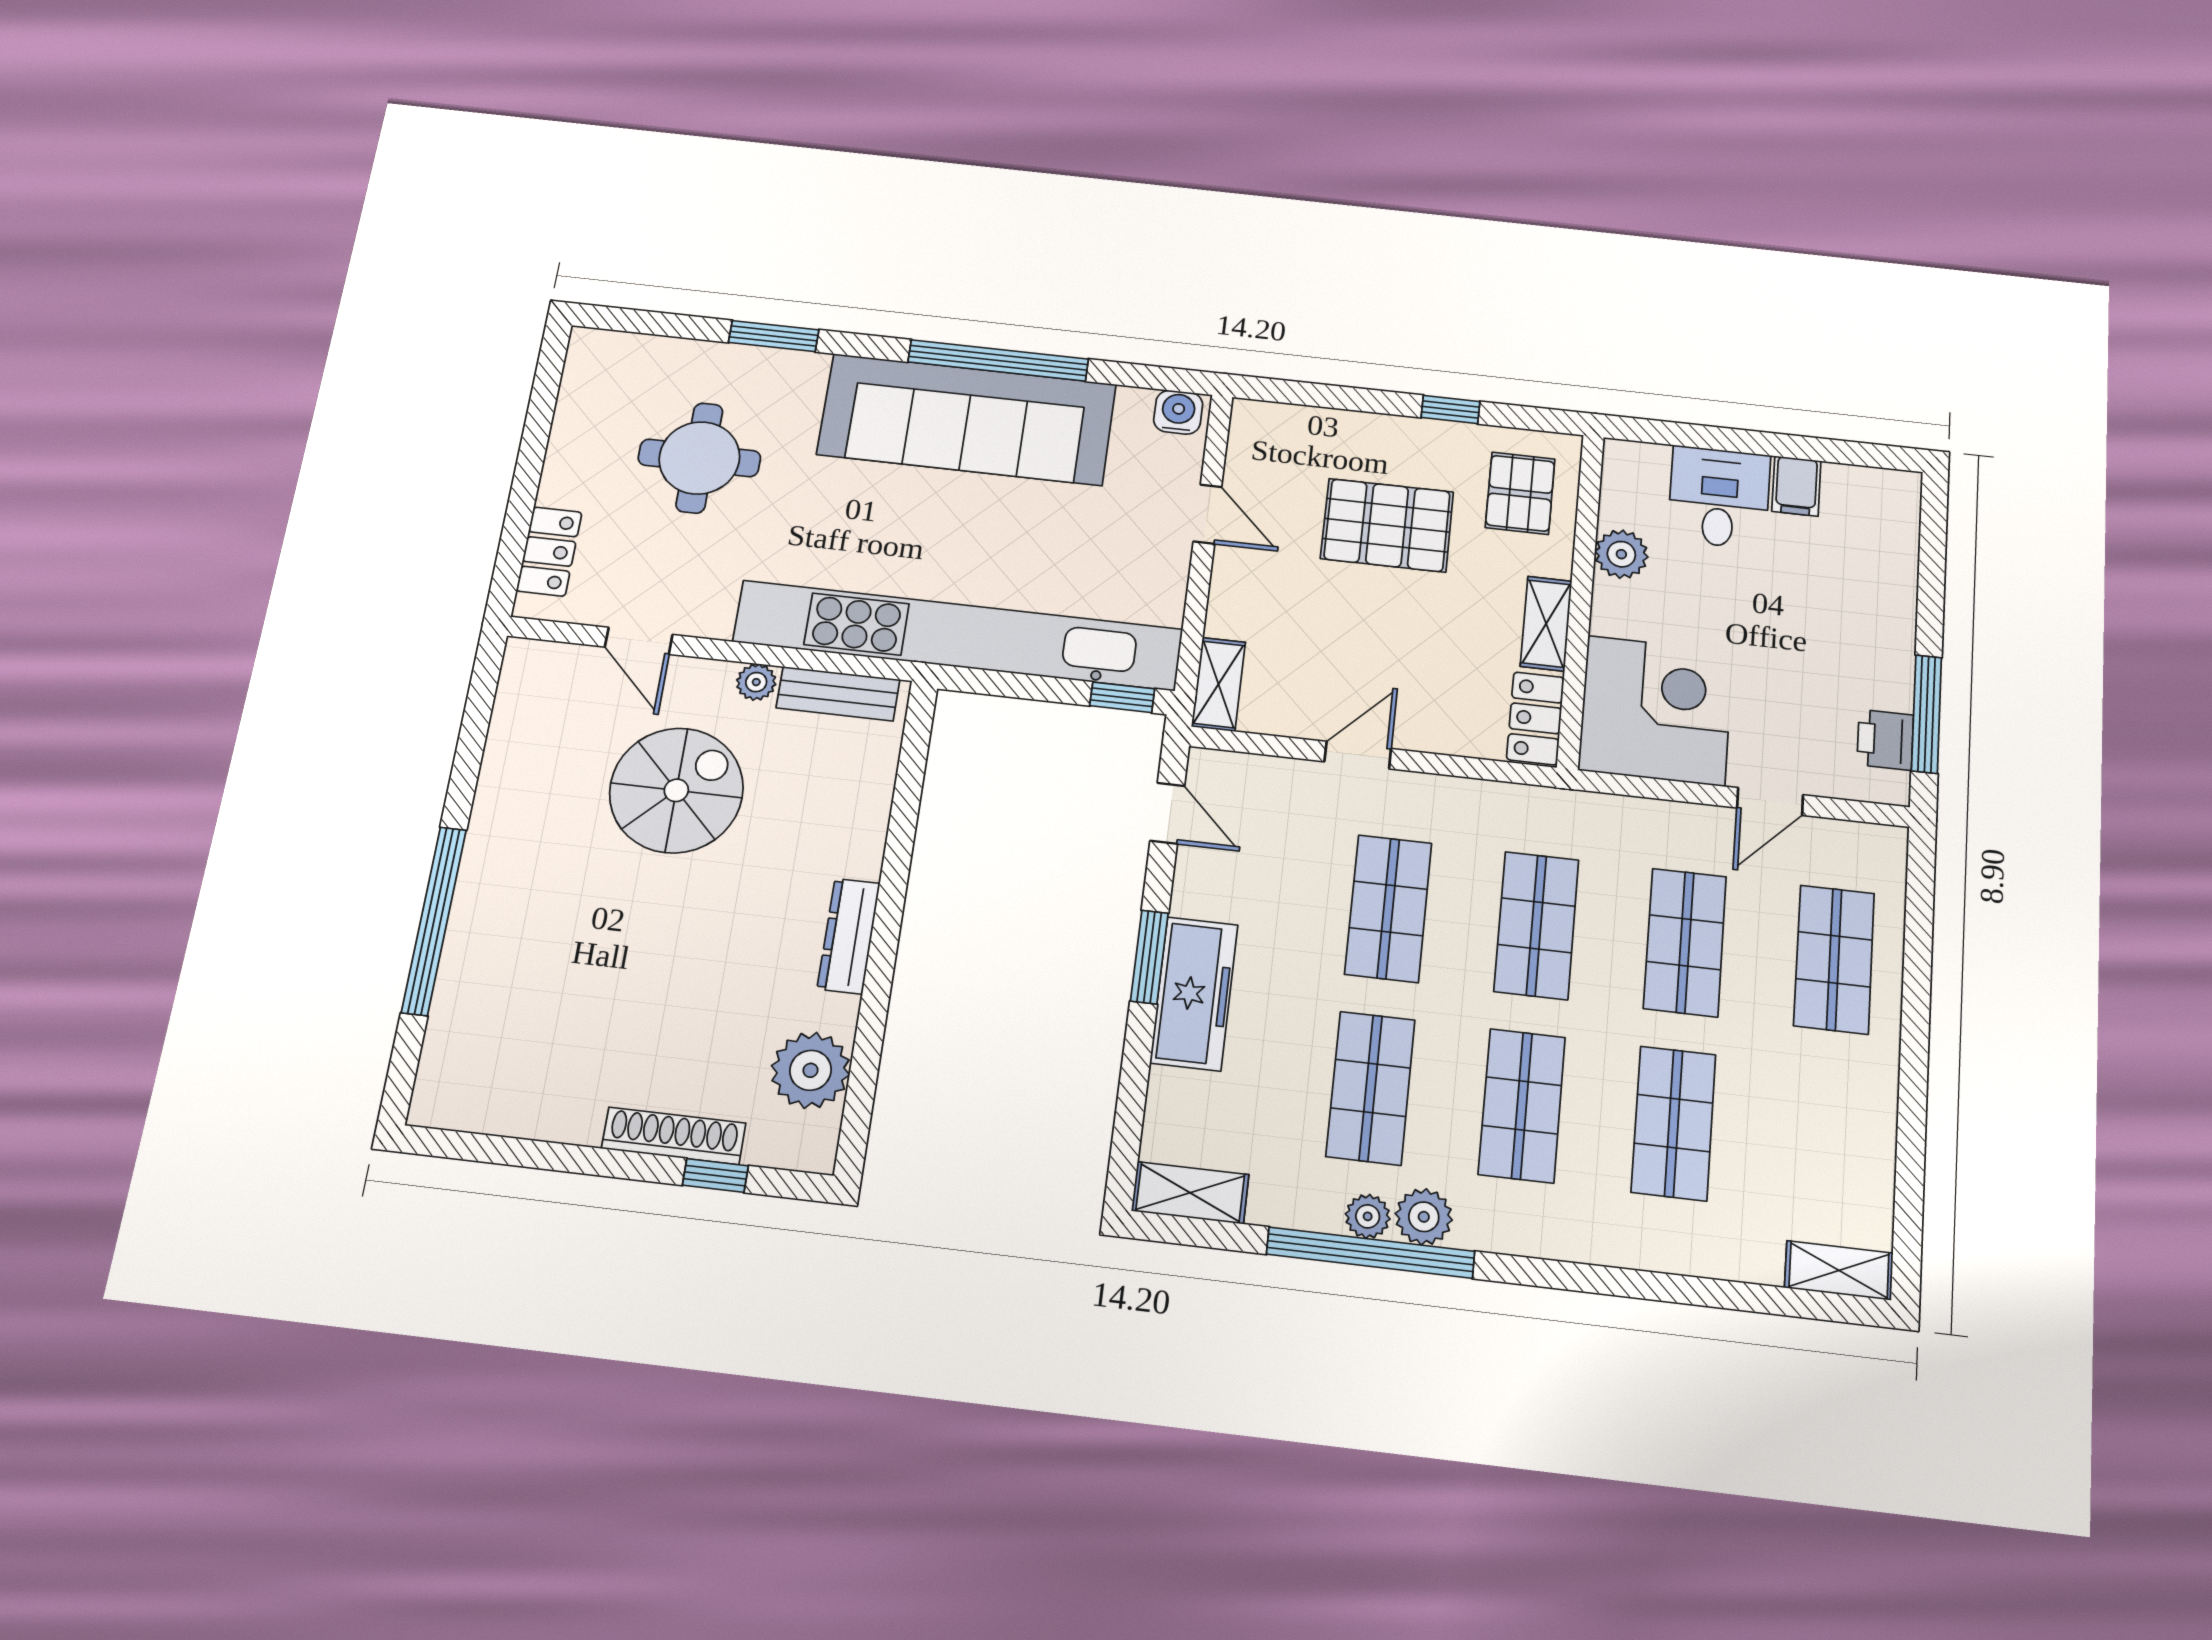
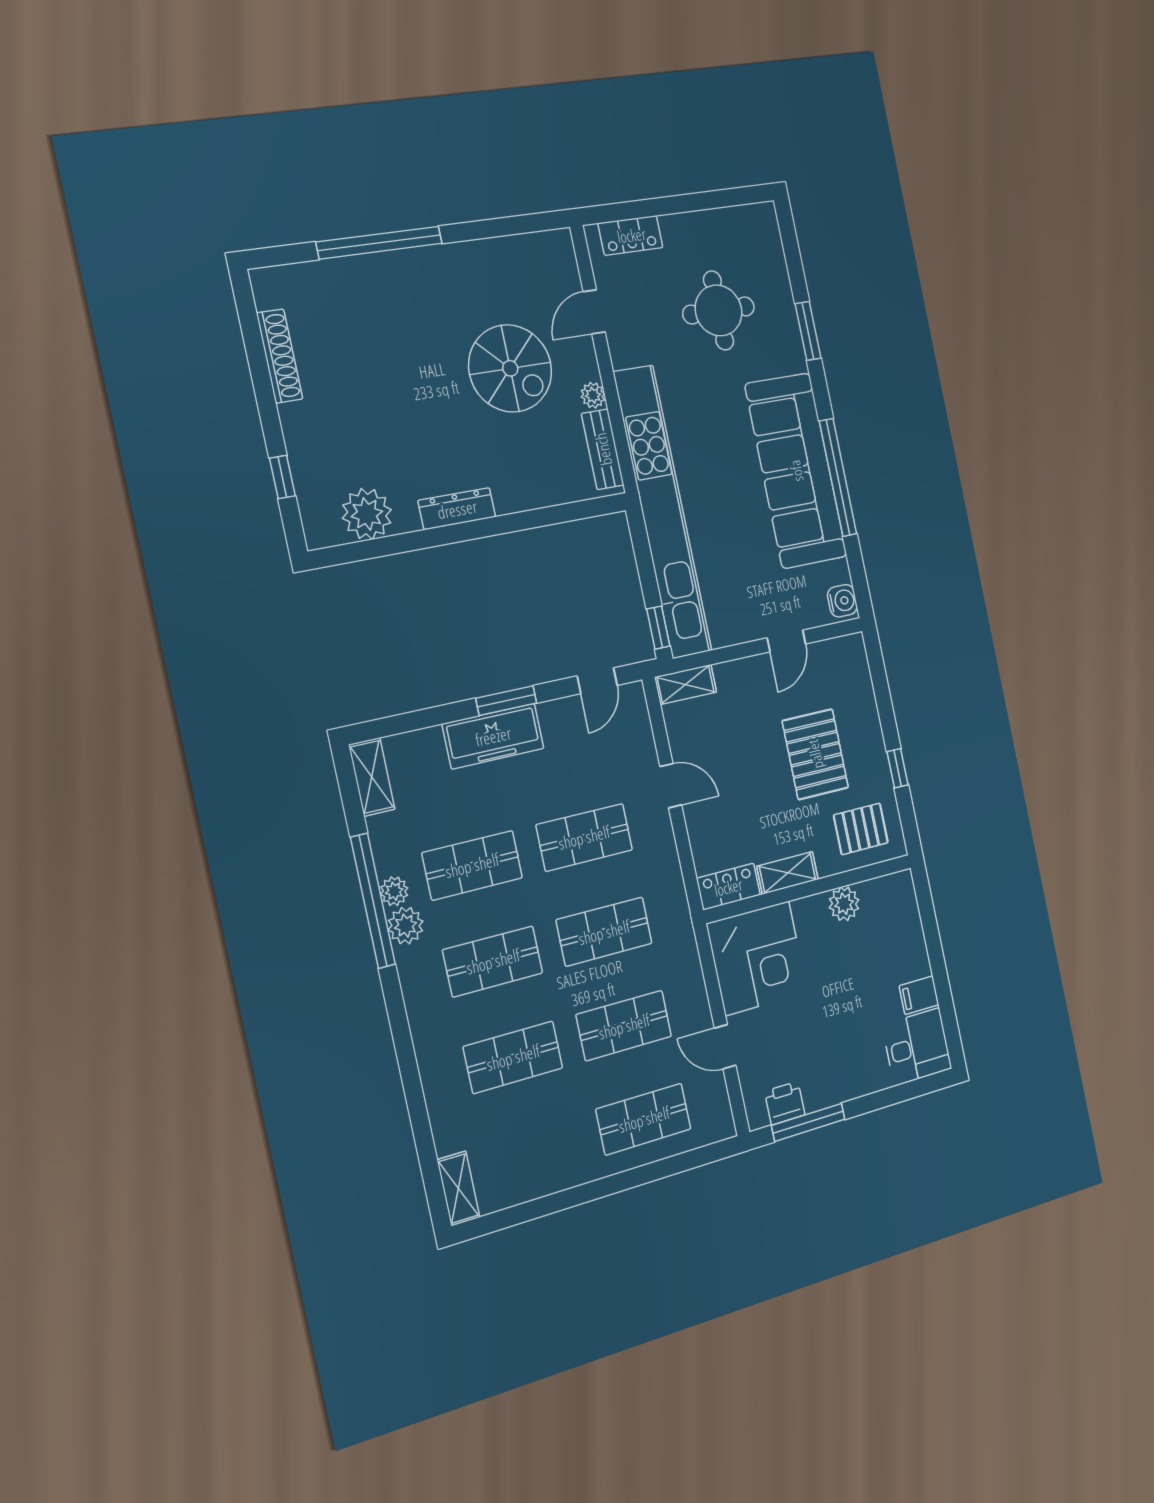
desk: (1719, 497) -> (917, 1047), moved
shoe rack: (674, 1136) -> (280, 356), moved

